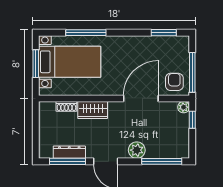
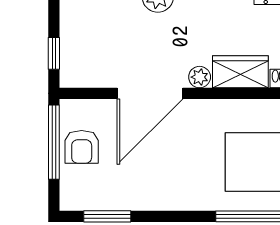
armchair: (174, 82) -> (82, 147), moved
plant: (184, 107) -> (200, 77), moved

